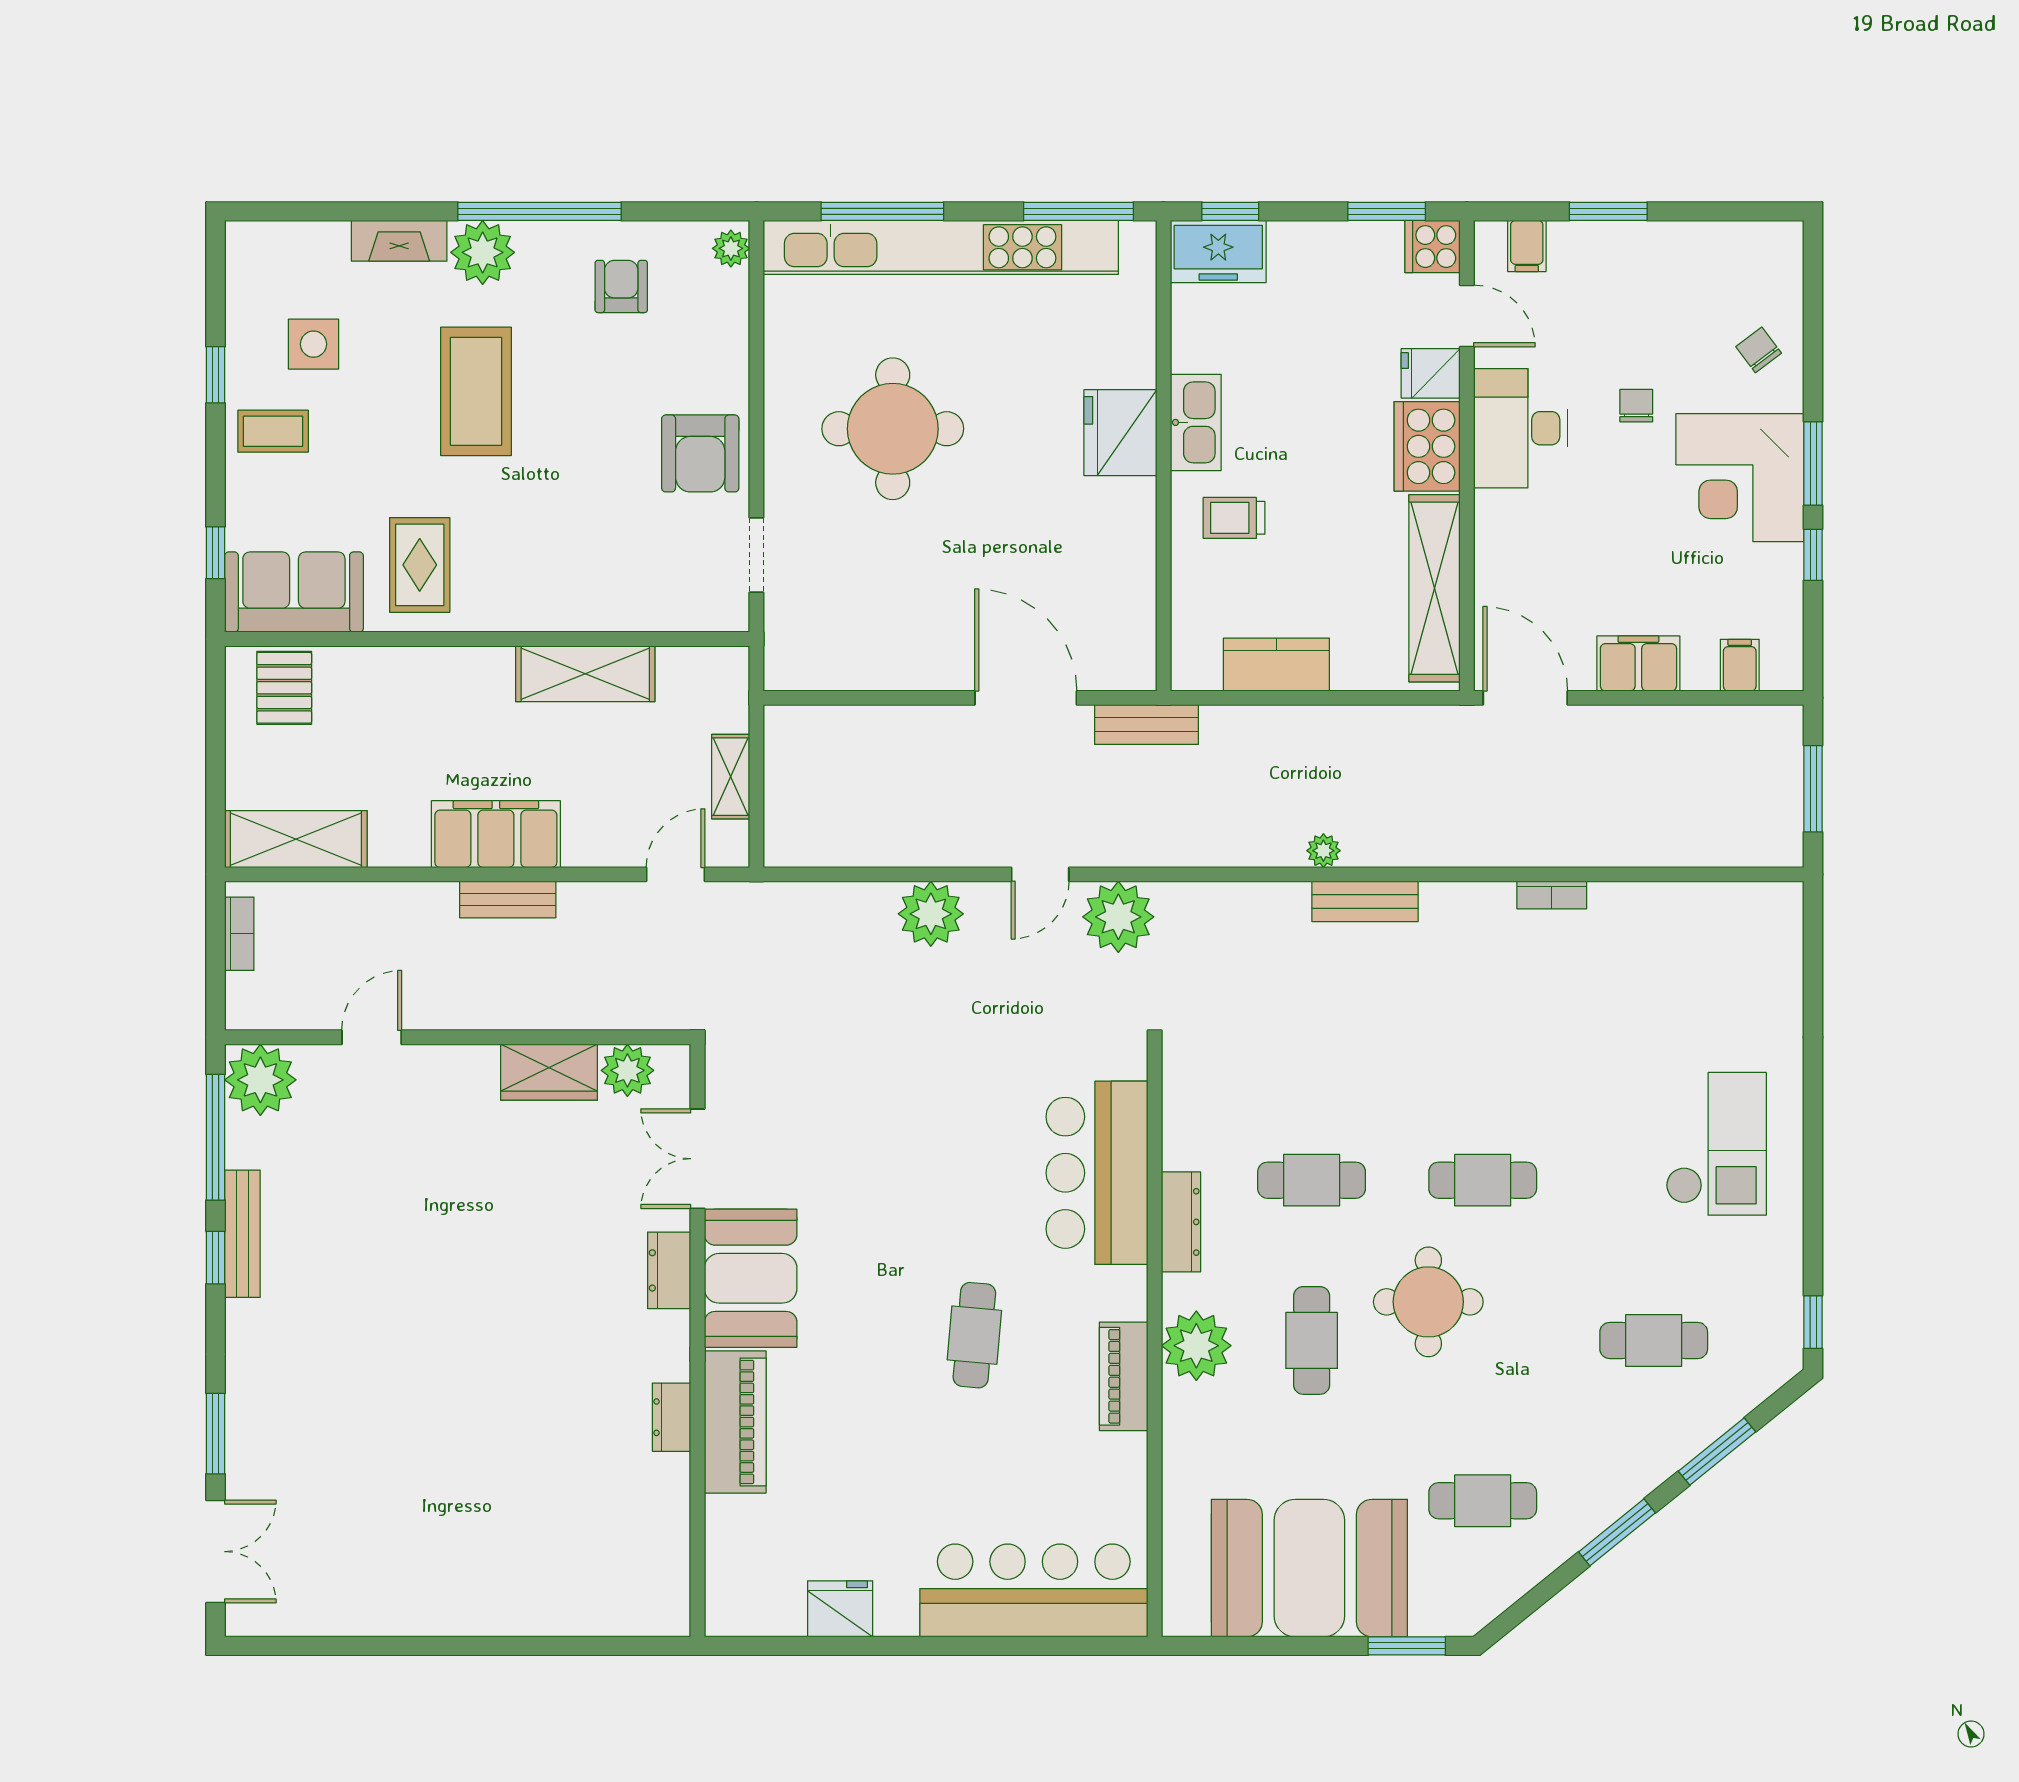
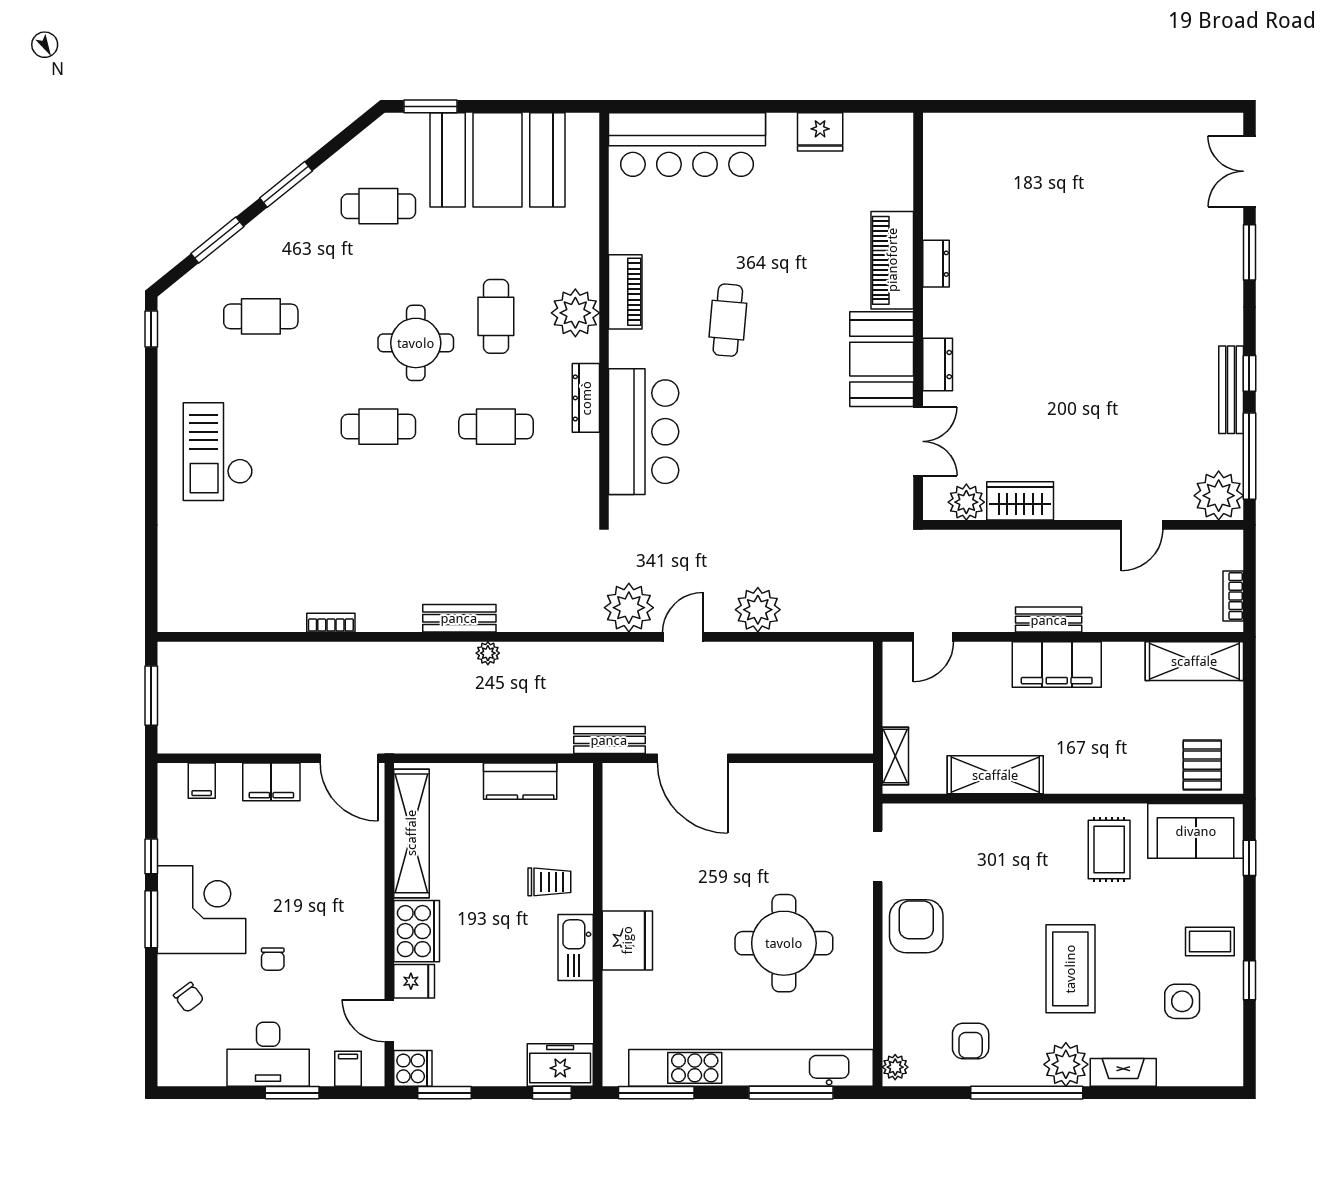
desk: (1520, 428) -> (268, 1054), moved, turned 90
shelving: (731, 777) -> (895, 756), moved

